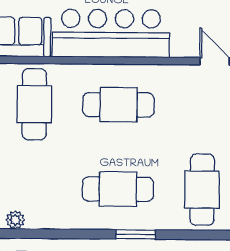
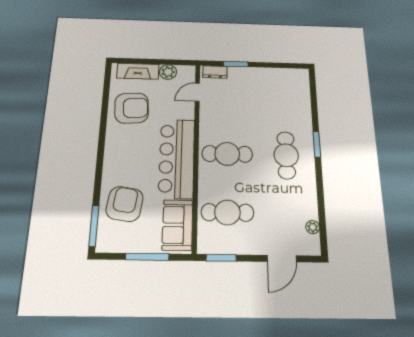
cafe table: (118, 105) -> (227, 154), turned 90
cafe table: (202, 190) -> (284, 102), removed

